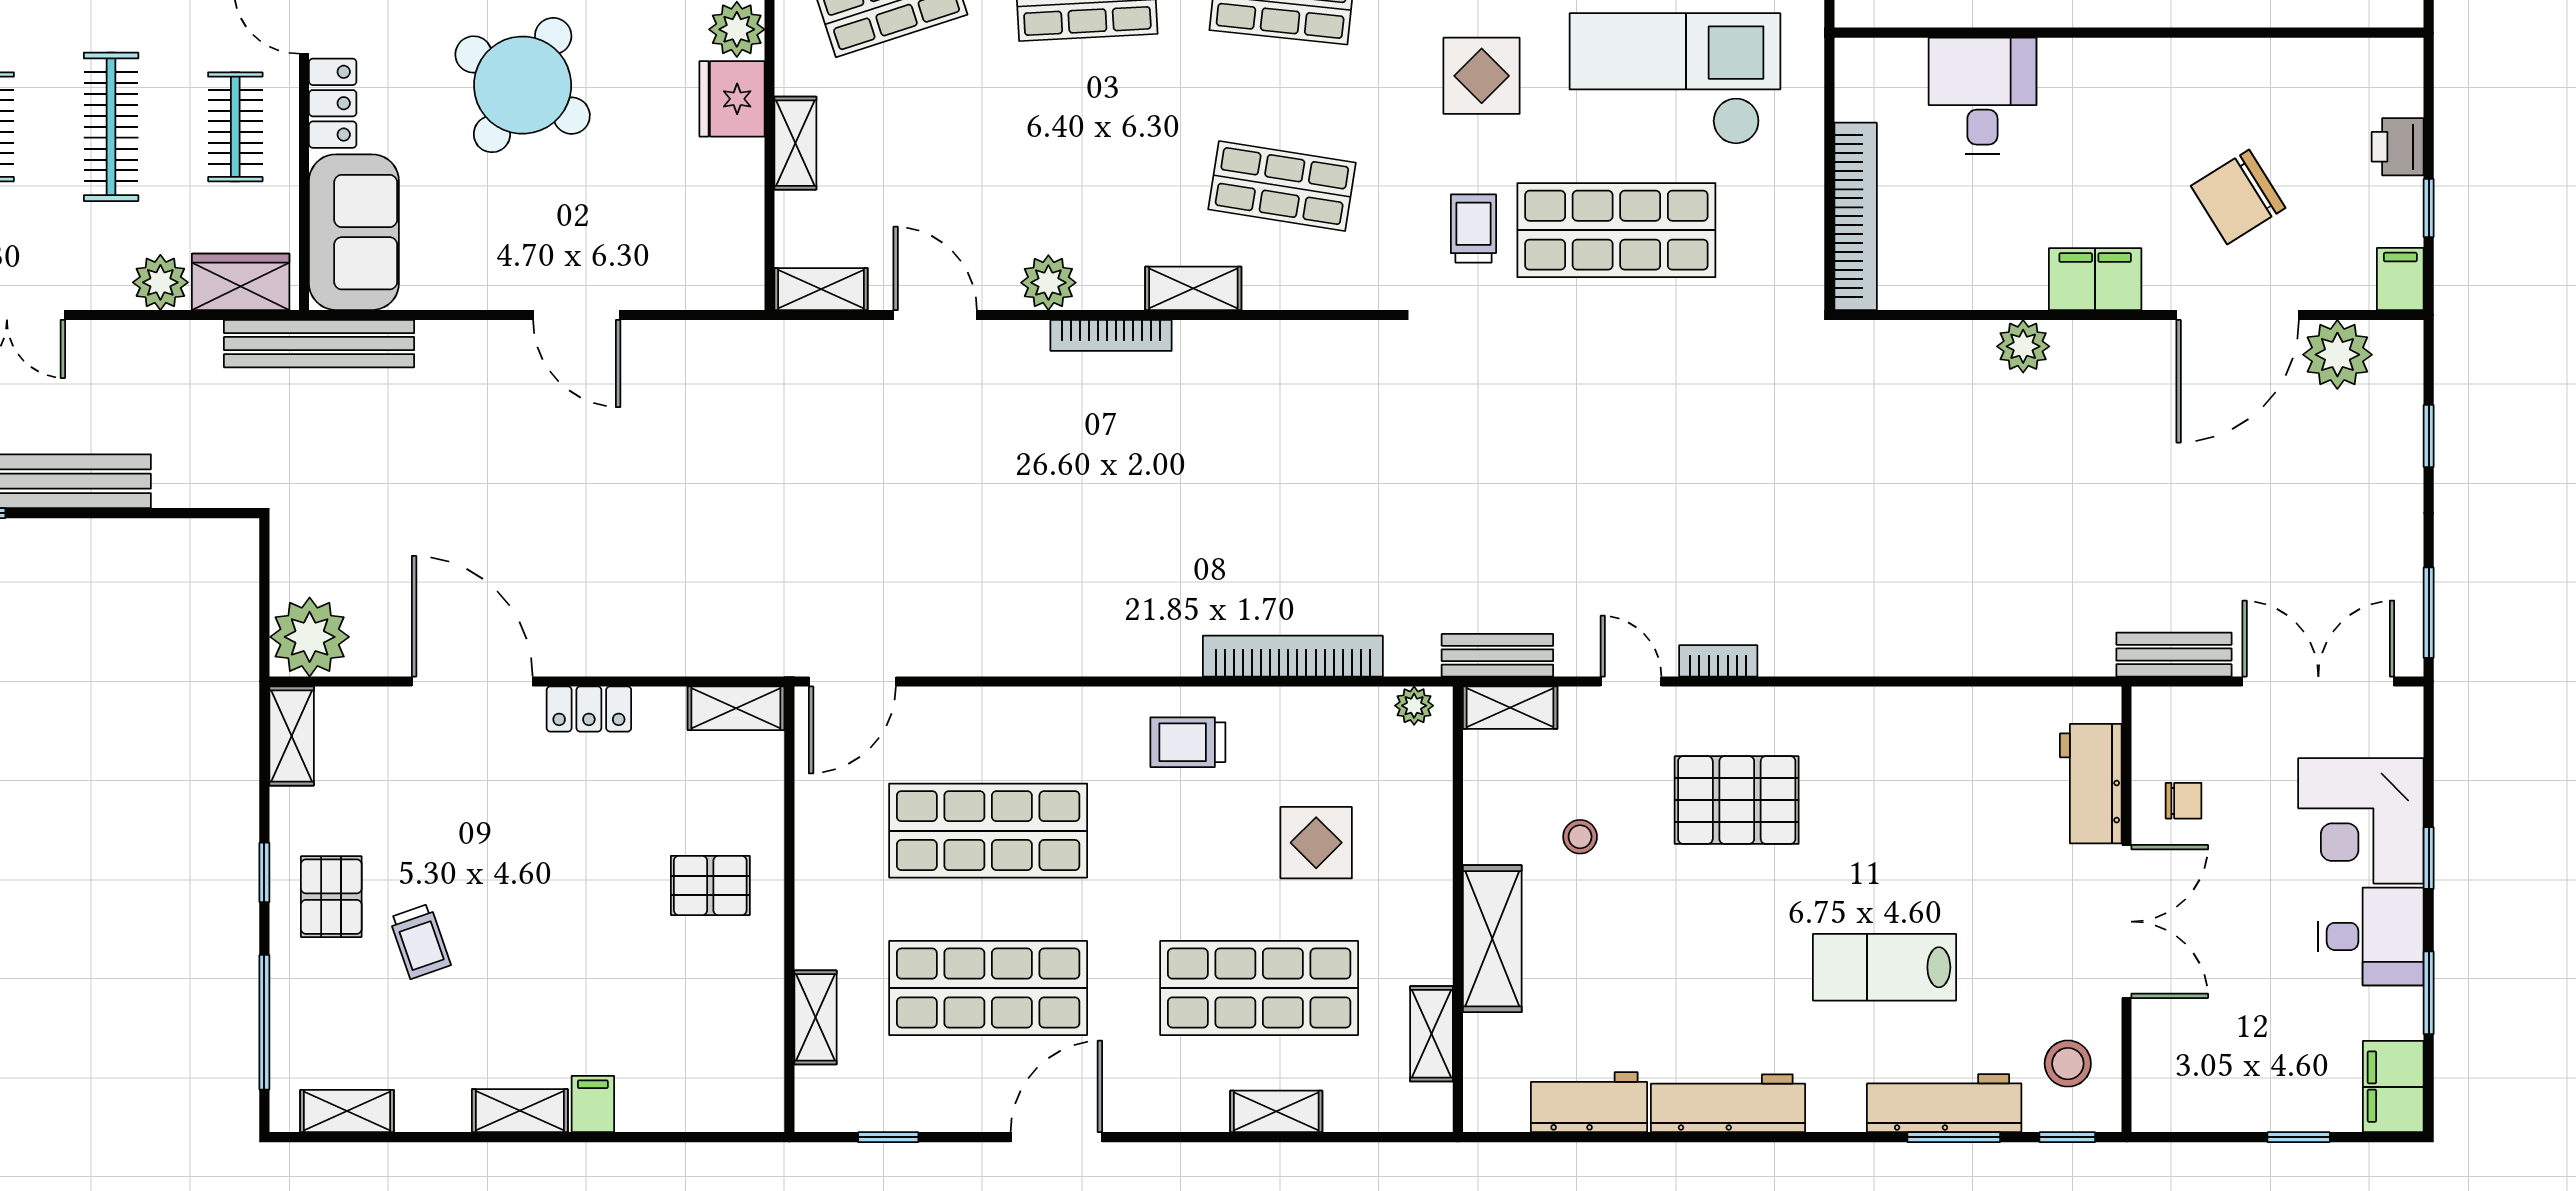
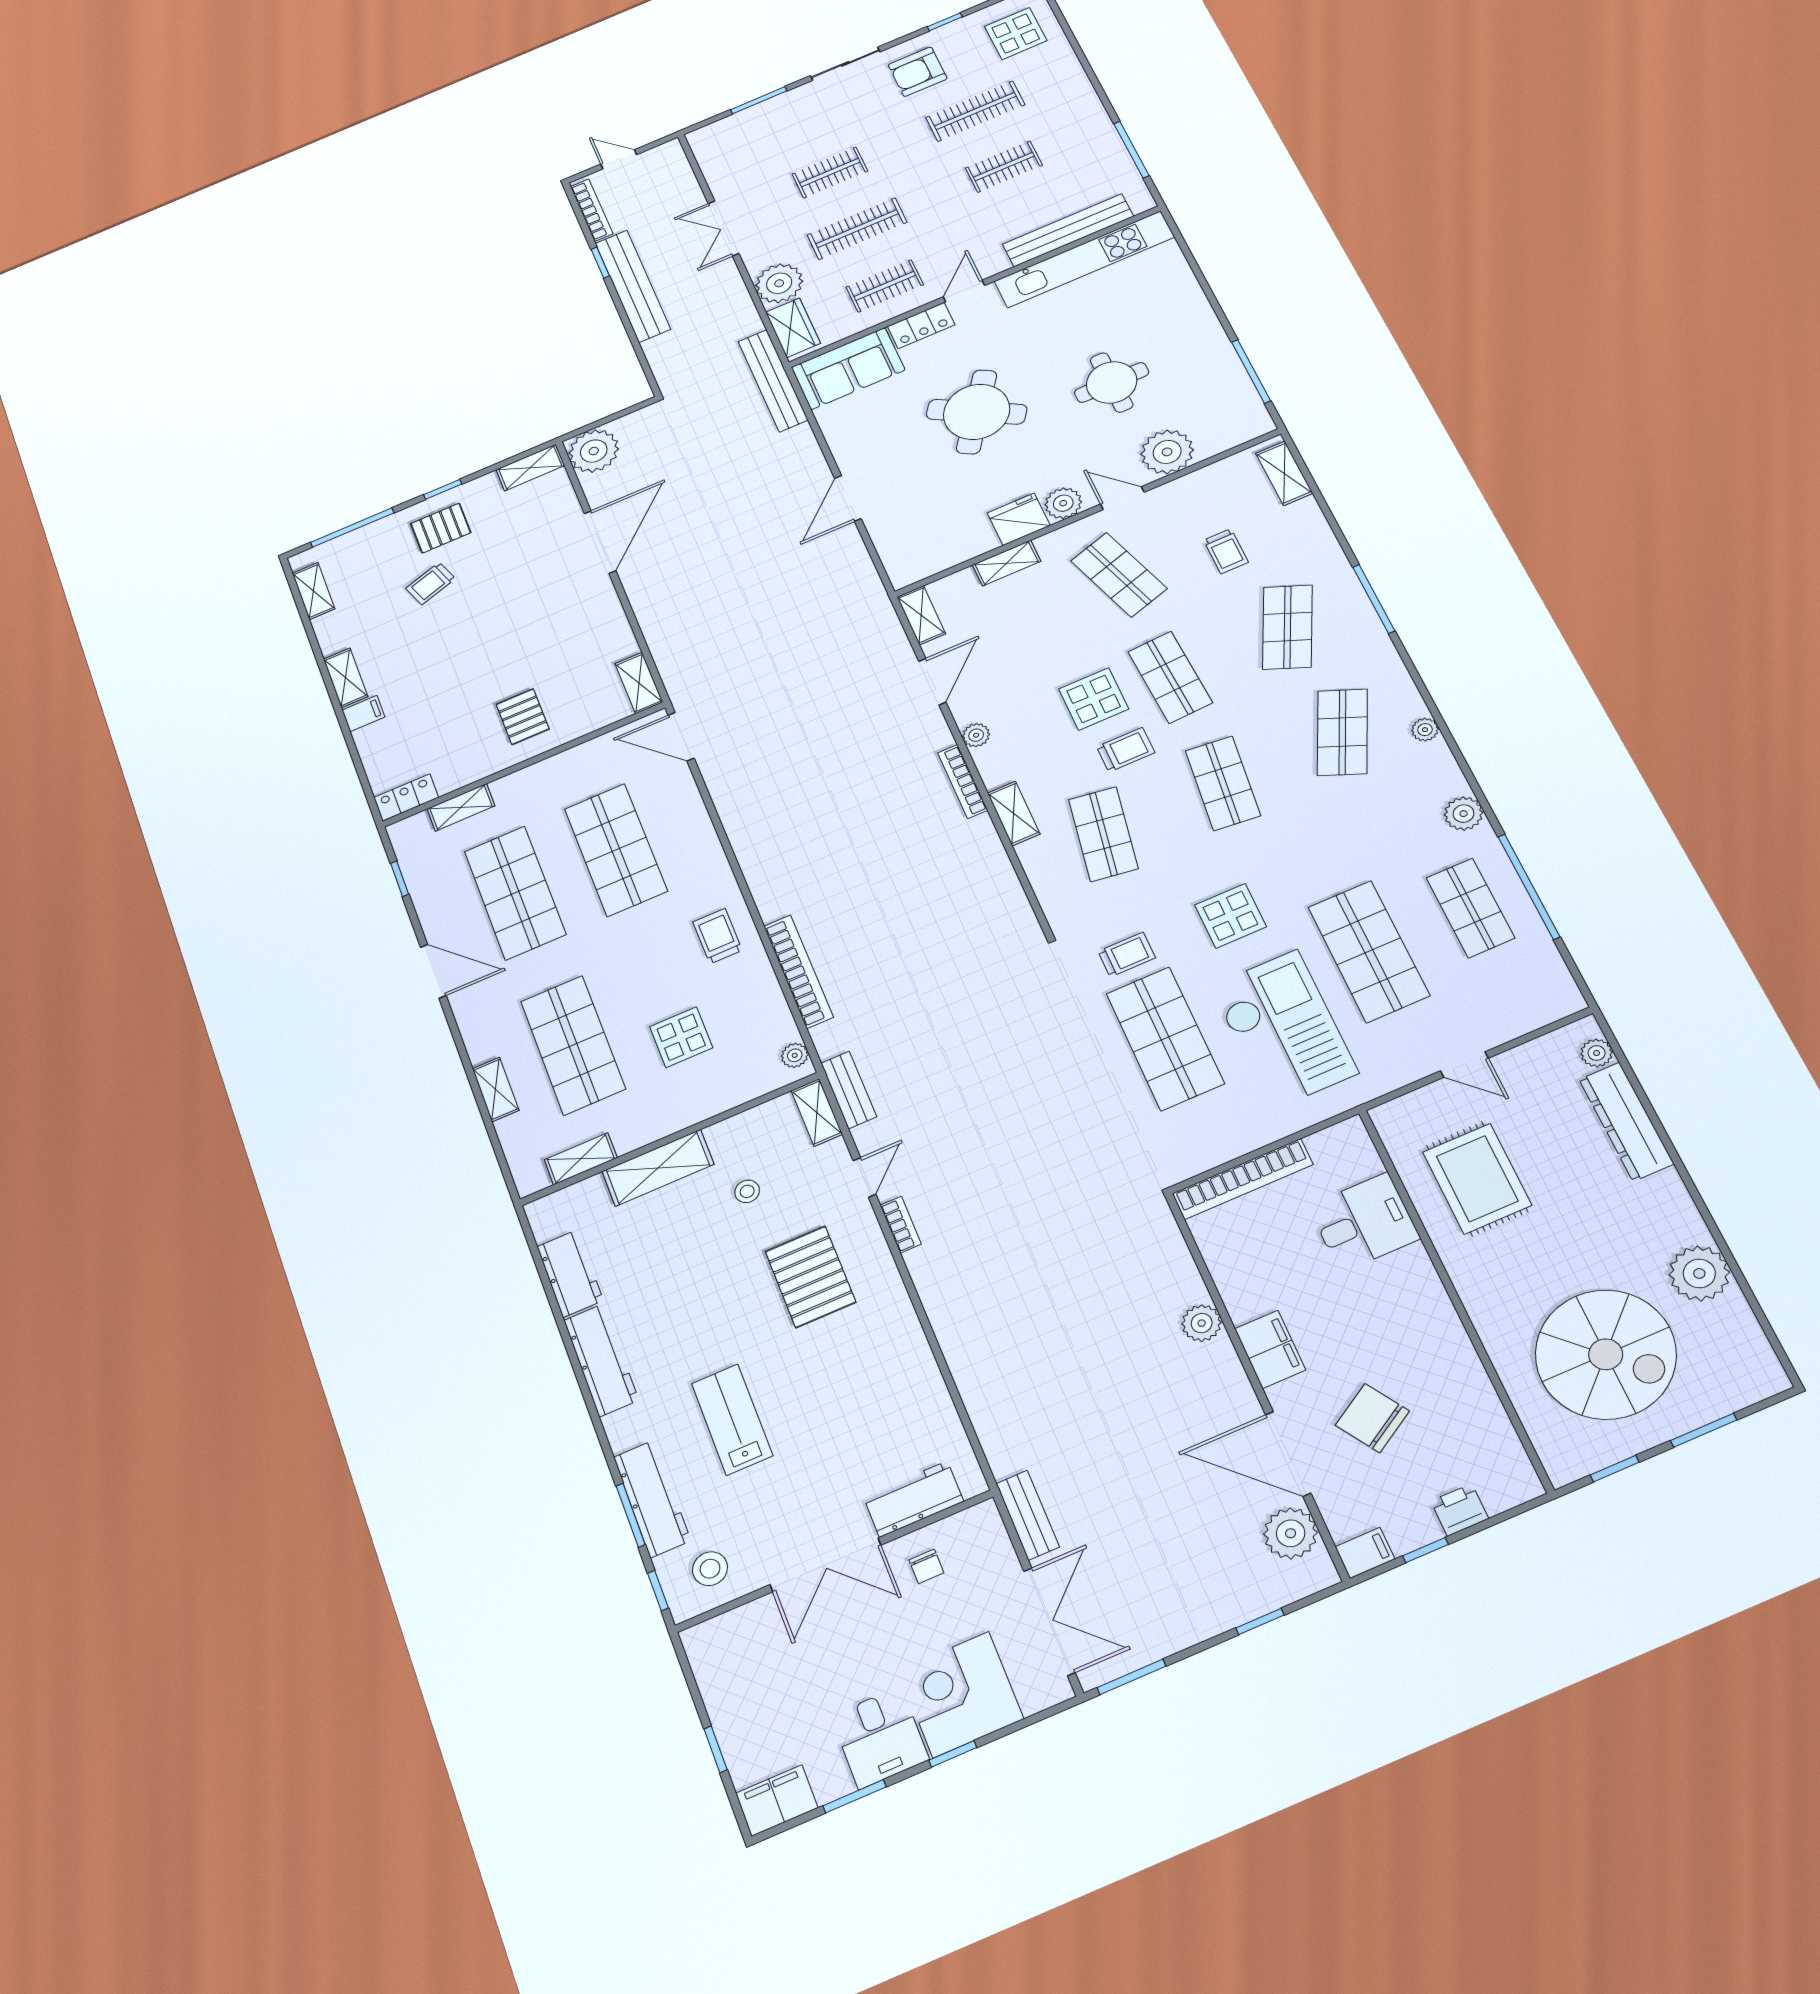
trolley: (1169, 106) -> (1126, 750), added
display table: (1070, 115) -> (1094, 699), added
plant: (160, 282) -> (779, 283), width x1.36, depth x1.36
plant: (1048, 283) -> (976, 735), width x0.73, depth x0.73
locker: (589, 709) -> (406, 798), moved, turned 90

